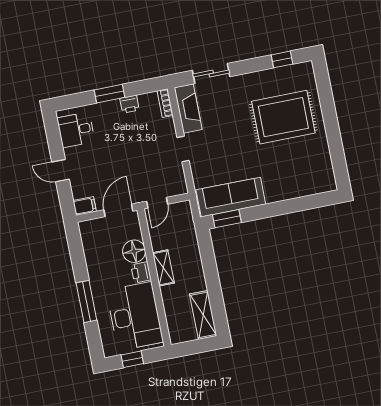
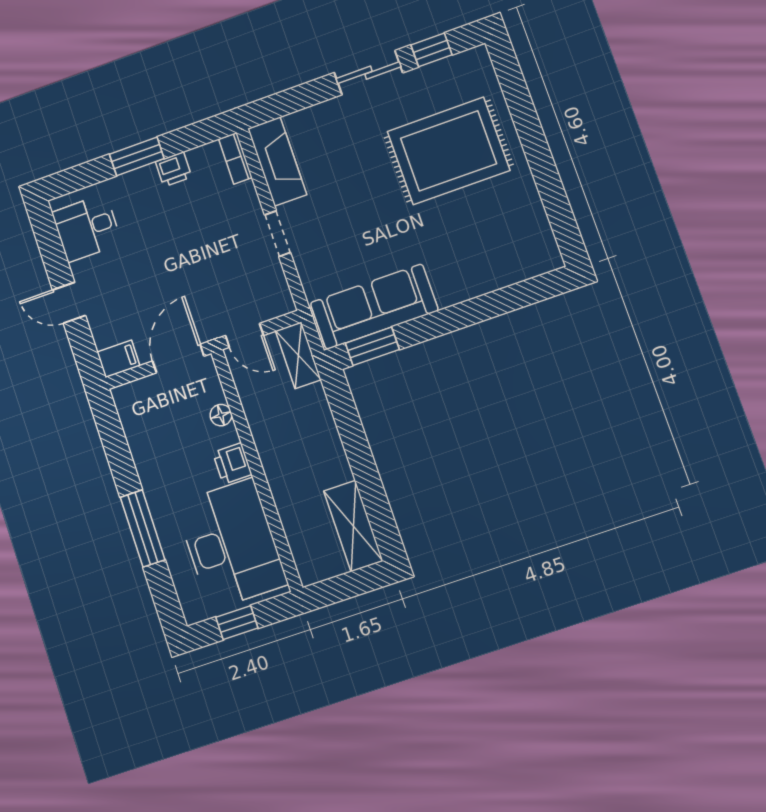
sliding door: (211, 73) -> (368, 73), moved
door: (157, 203) -> (244, 335), hinge flipped
floor lamp: (134, 251) -> (221, 415), width x0.53, depth x0.53
shelving: (163, 268) -> (298, 355), moved

